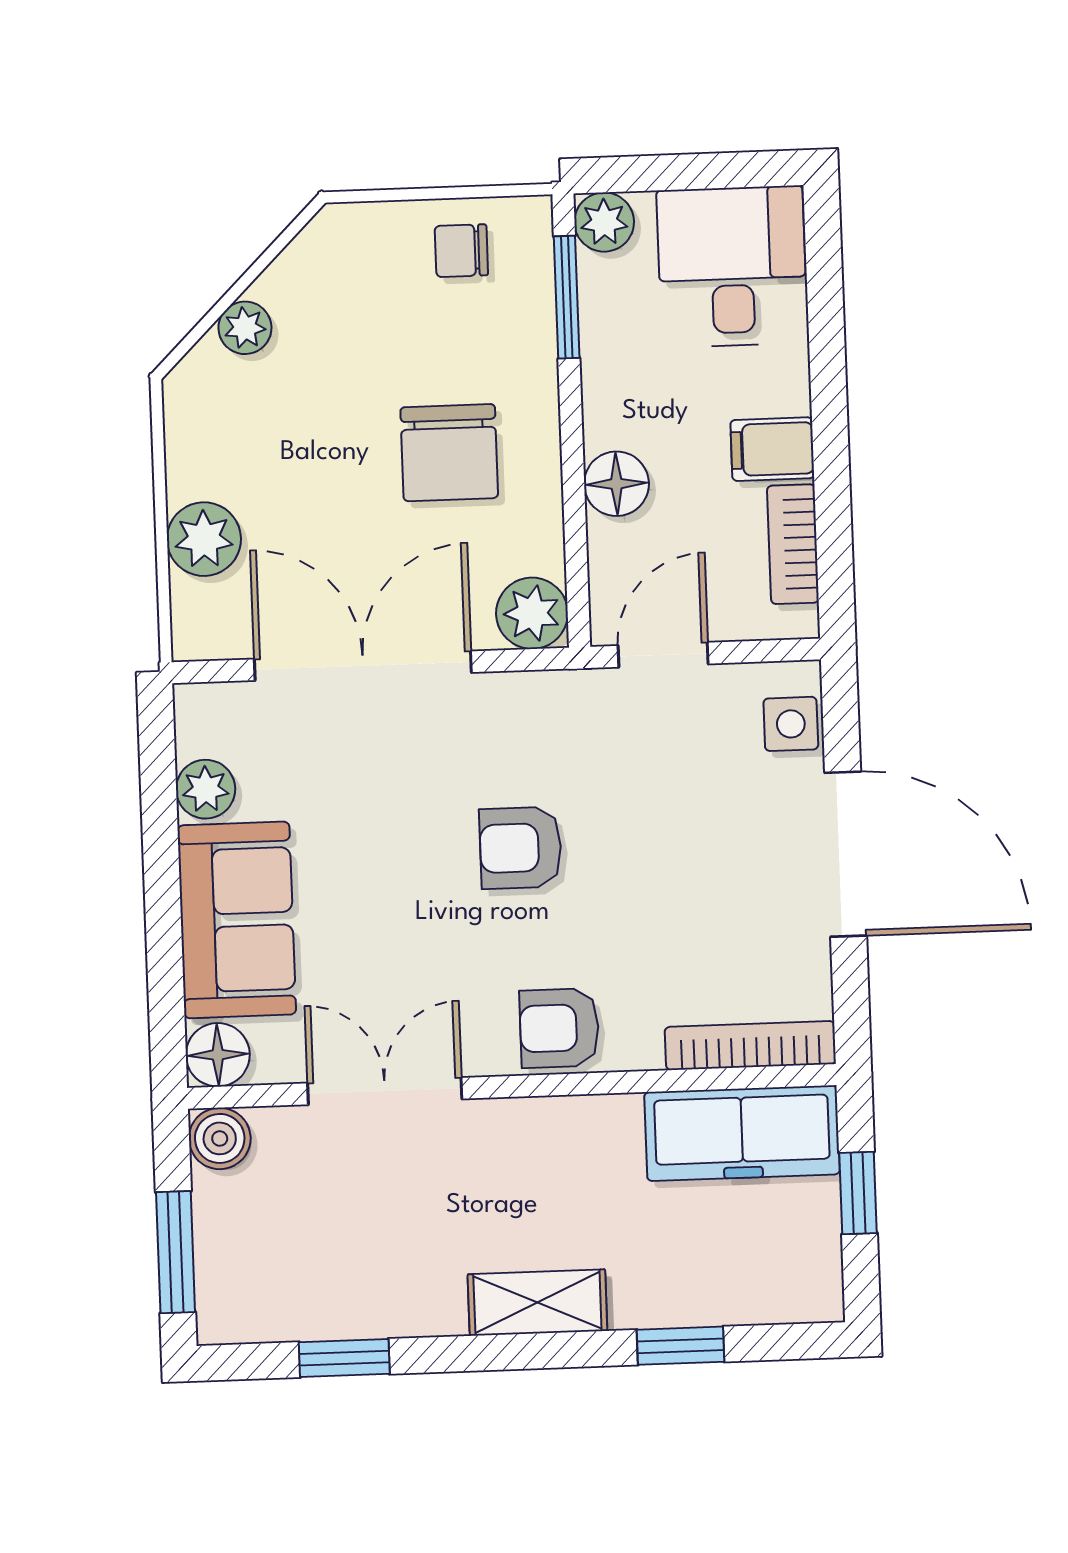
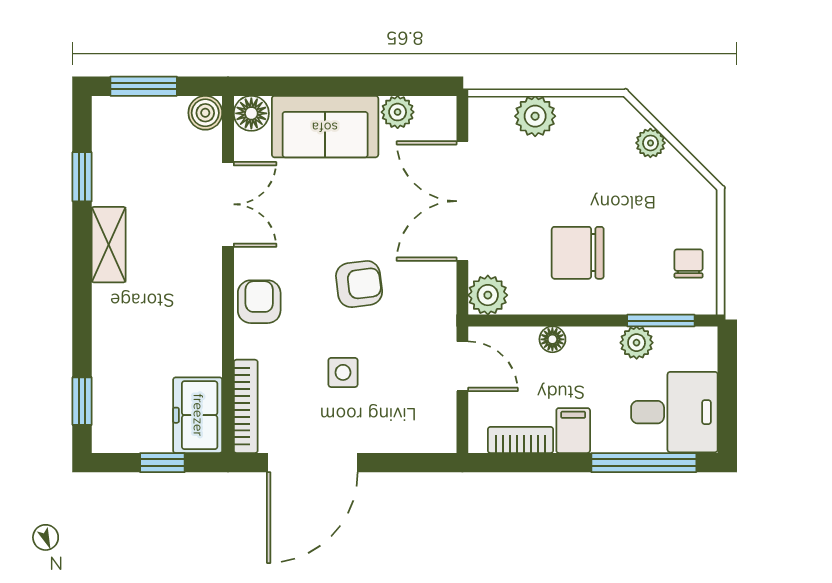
plant: (604, 222) -> (637, 343), moved
window: (826, 319) -> (644, 463), added
floor lamp: (616, 484) -> (552, 339), width x0.73, depth x0.73
double door: (363, 666) -> (462, 201), swing flipped
side table: (791, 724) -> (343, 372), moved
armchair: (521, 848) -> (359, 284), turned 83
door: (846, 854) -> (312, 463), moved
freezer: (742, 1133) -> (198, 415), width x0.71
shelving: (537, 1303) -> (109, 245), moved
window: (681, 1346) -> (82, 401), moved

